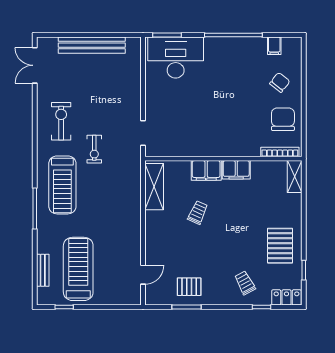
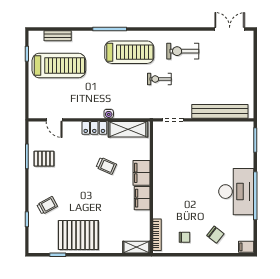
bench: (92, 45) -> (220, 111), moved, turned 90
filing cabinet: (274, 46) -> (246, 247), moved
desk: (176, 58) -> (236, 192), moved
chair: (283, 119) -> (184, 237), width x0.54, depth x0.54
exercise bike: (61, 121) -> (183, 51), turned 180
treadmill: (62, 185) -> (129, 52), turned 180
water cooler: (136, 210) -> (109, 114), added
pallet: (280, 246) -> (78, 235), width x1.37, depth x1.41
pallet: (189, 287) -> (44, 159), turned 90
locker: (286, 297) -> (94, 128), moved, turned 90

